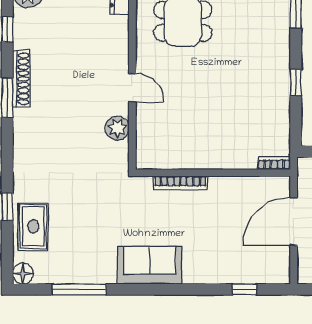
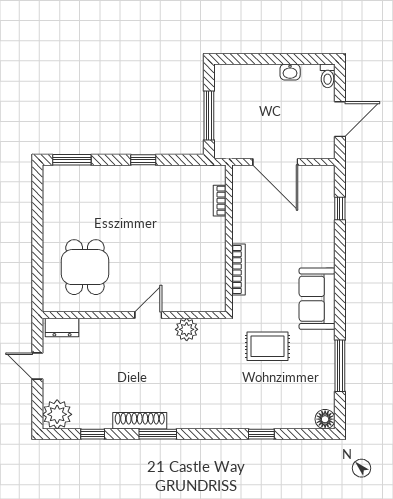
bookcase: (274, 163) -> (220, 201), moved
rug: (33, 226) -> (267, 346), moved

